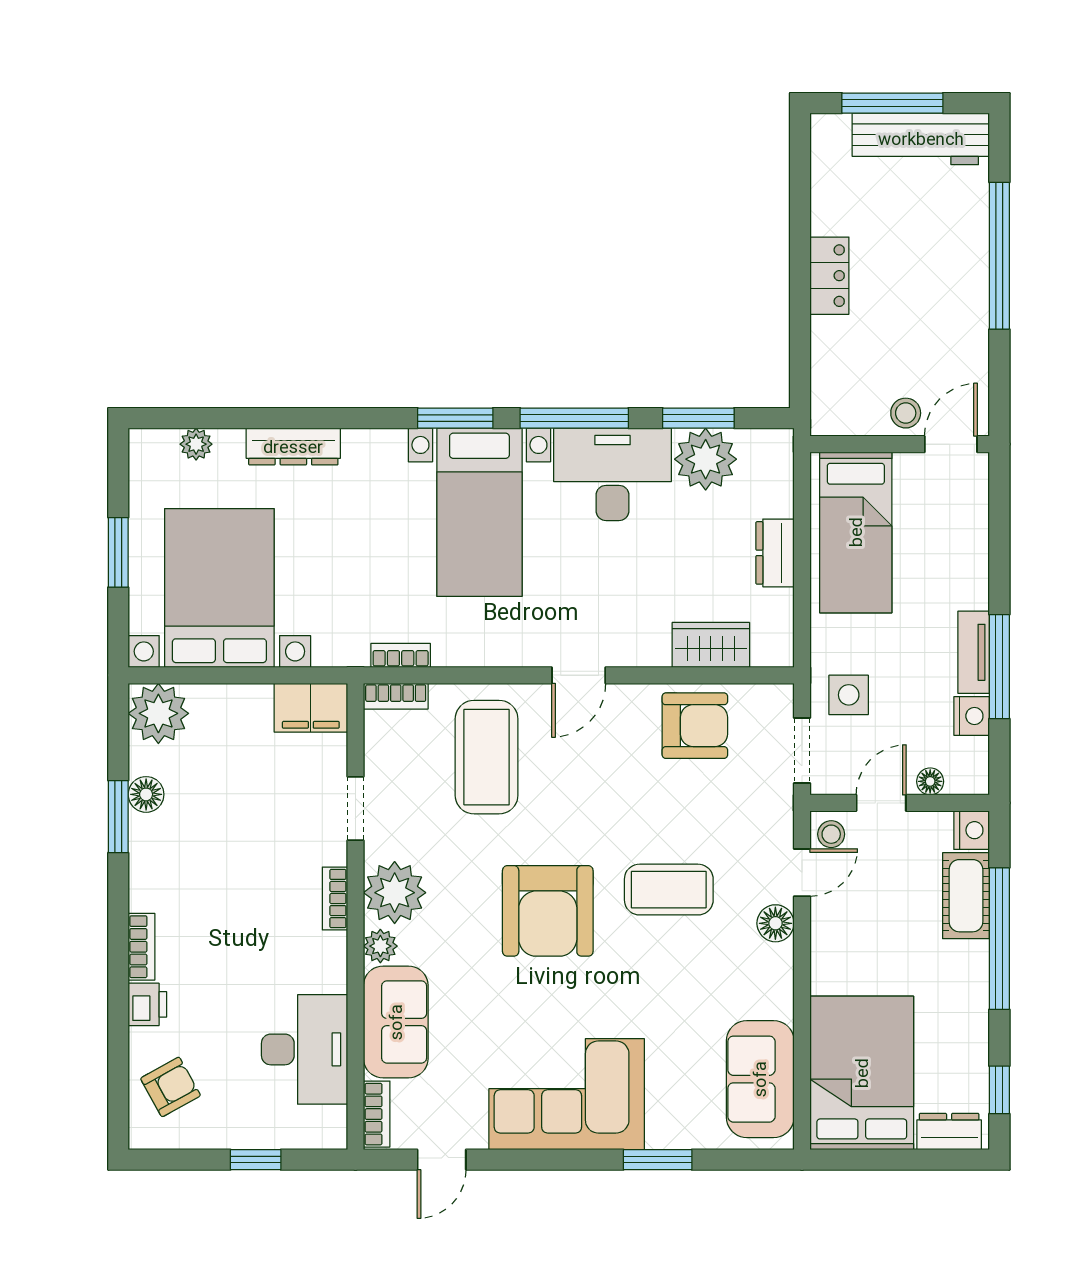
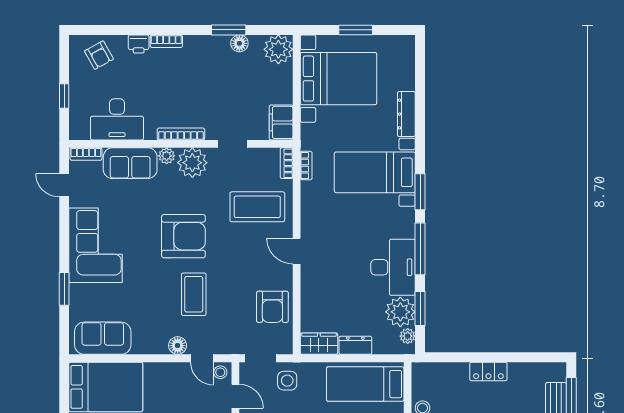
plant: (196, 444) -> (408, 336), moved
bed with nightstands: (479, 512) -> (375, 172), moved
wardrobe: (711, 645) -> (319, 344), moved, turned -90
bookcase: (335, 899) -> (181, 134), width x1.56
armchair: (548, 911) -> (183, 236), turned 180

